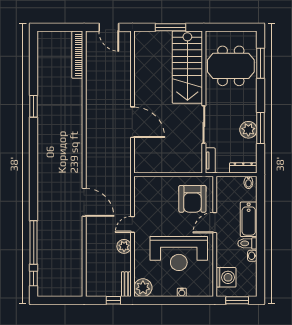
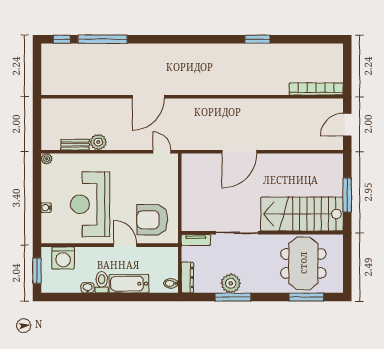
door: (132, 224) -> (162, 152), moved
bench: (126, 284) -> (75, 145), moved
plant: (143, 288) -> (47, 159), width x0.53, depth x0.53
window: (113, 300) -> (37, 130), removed

